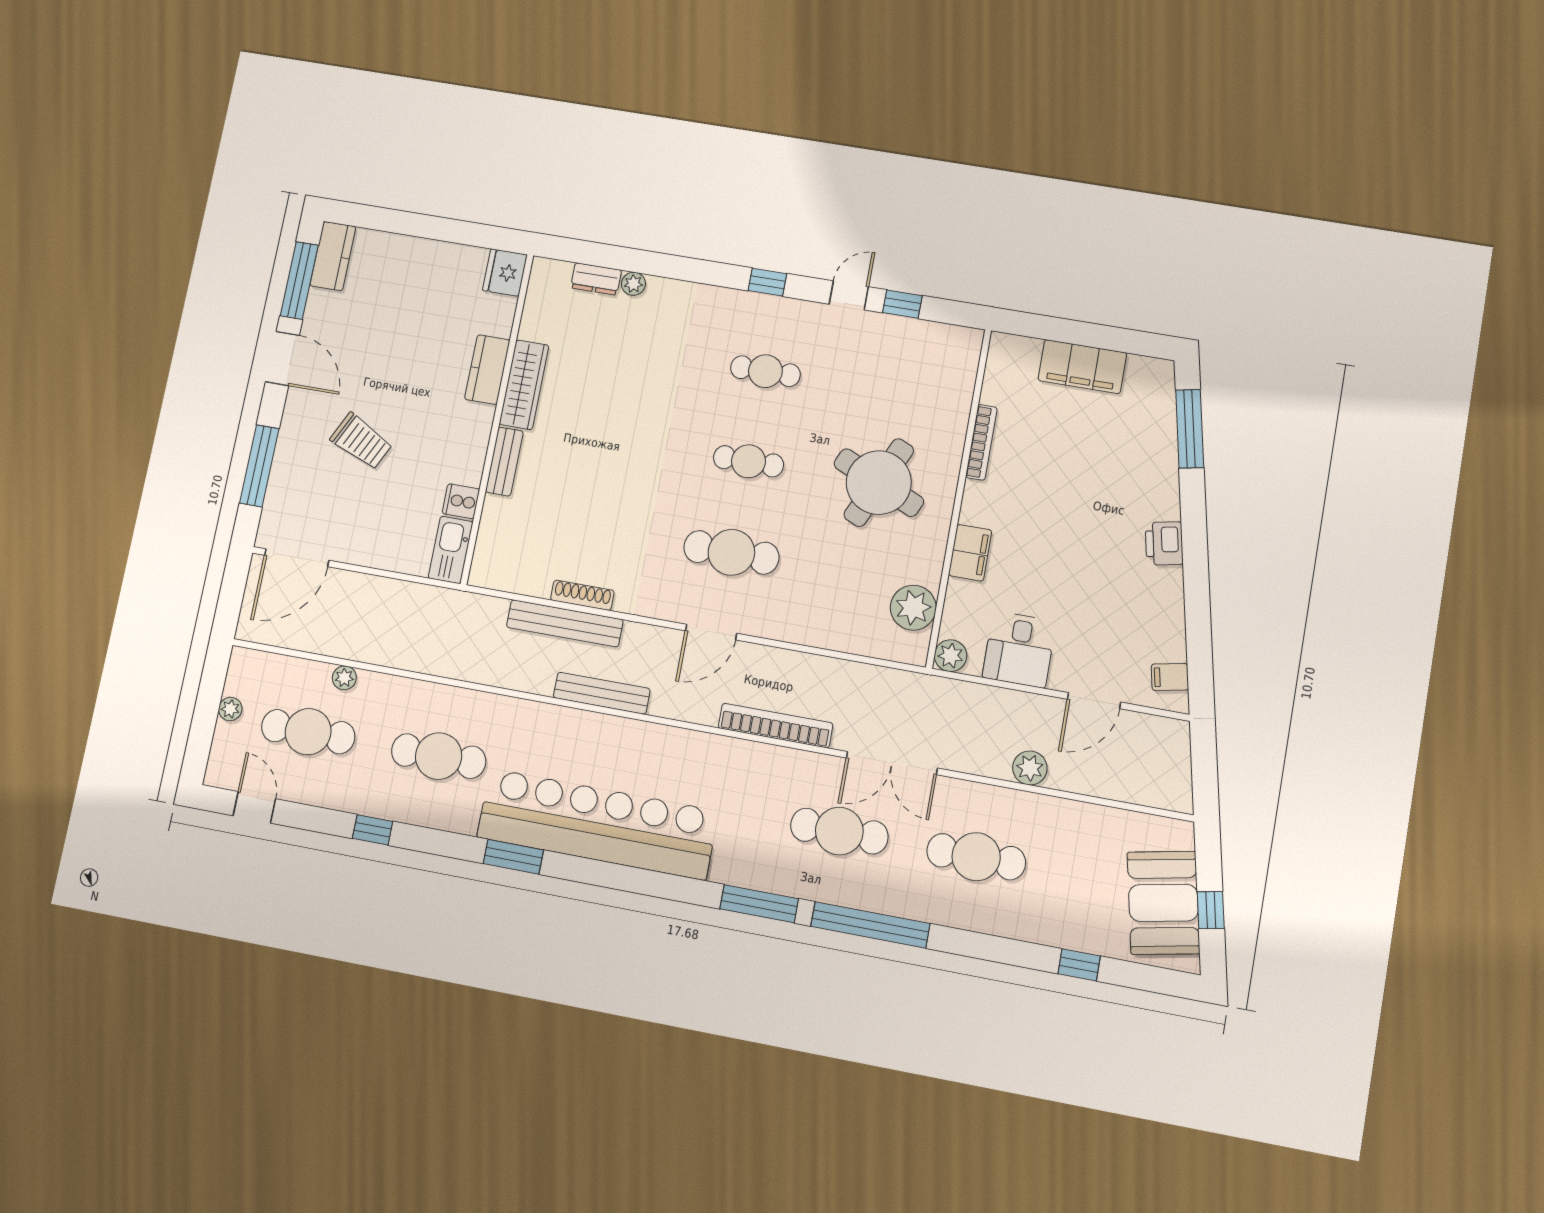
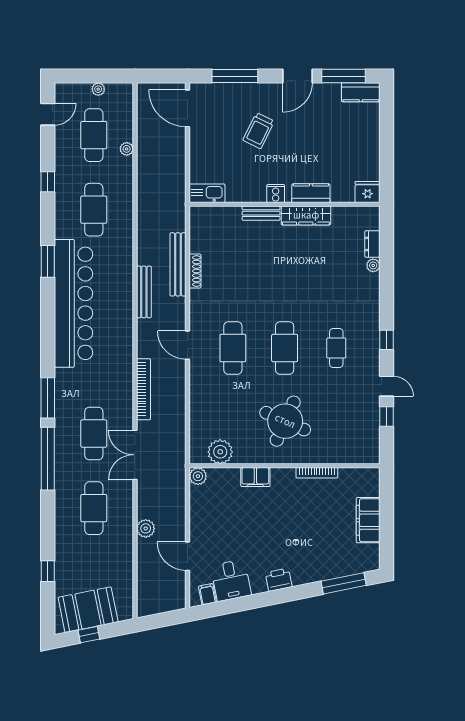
cafe table: (749, 461) -> (285, 348), width x1.37, depth x1.35
cooker: (461, 501) -> (276, 193), moved
desk: (1019, 649) -> (231, 580), moved, turned -101

